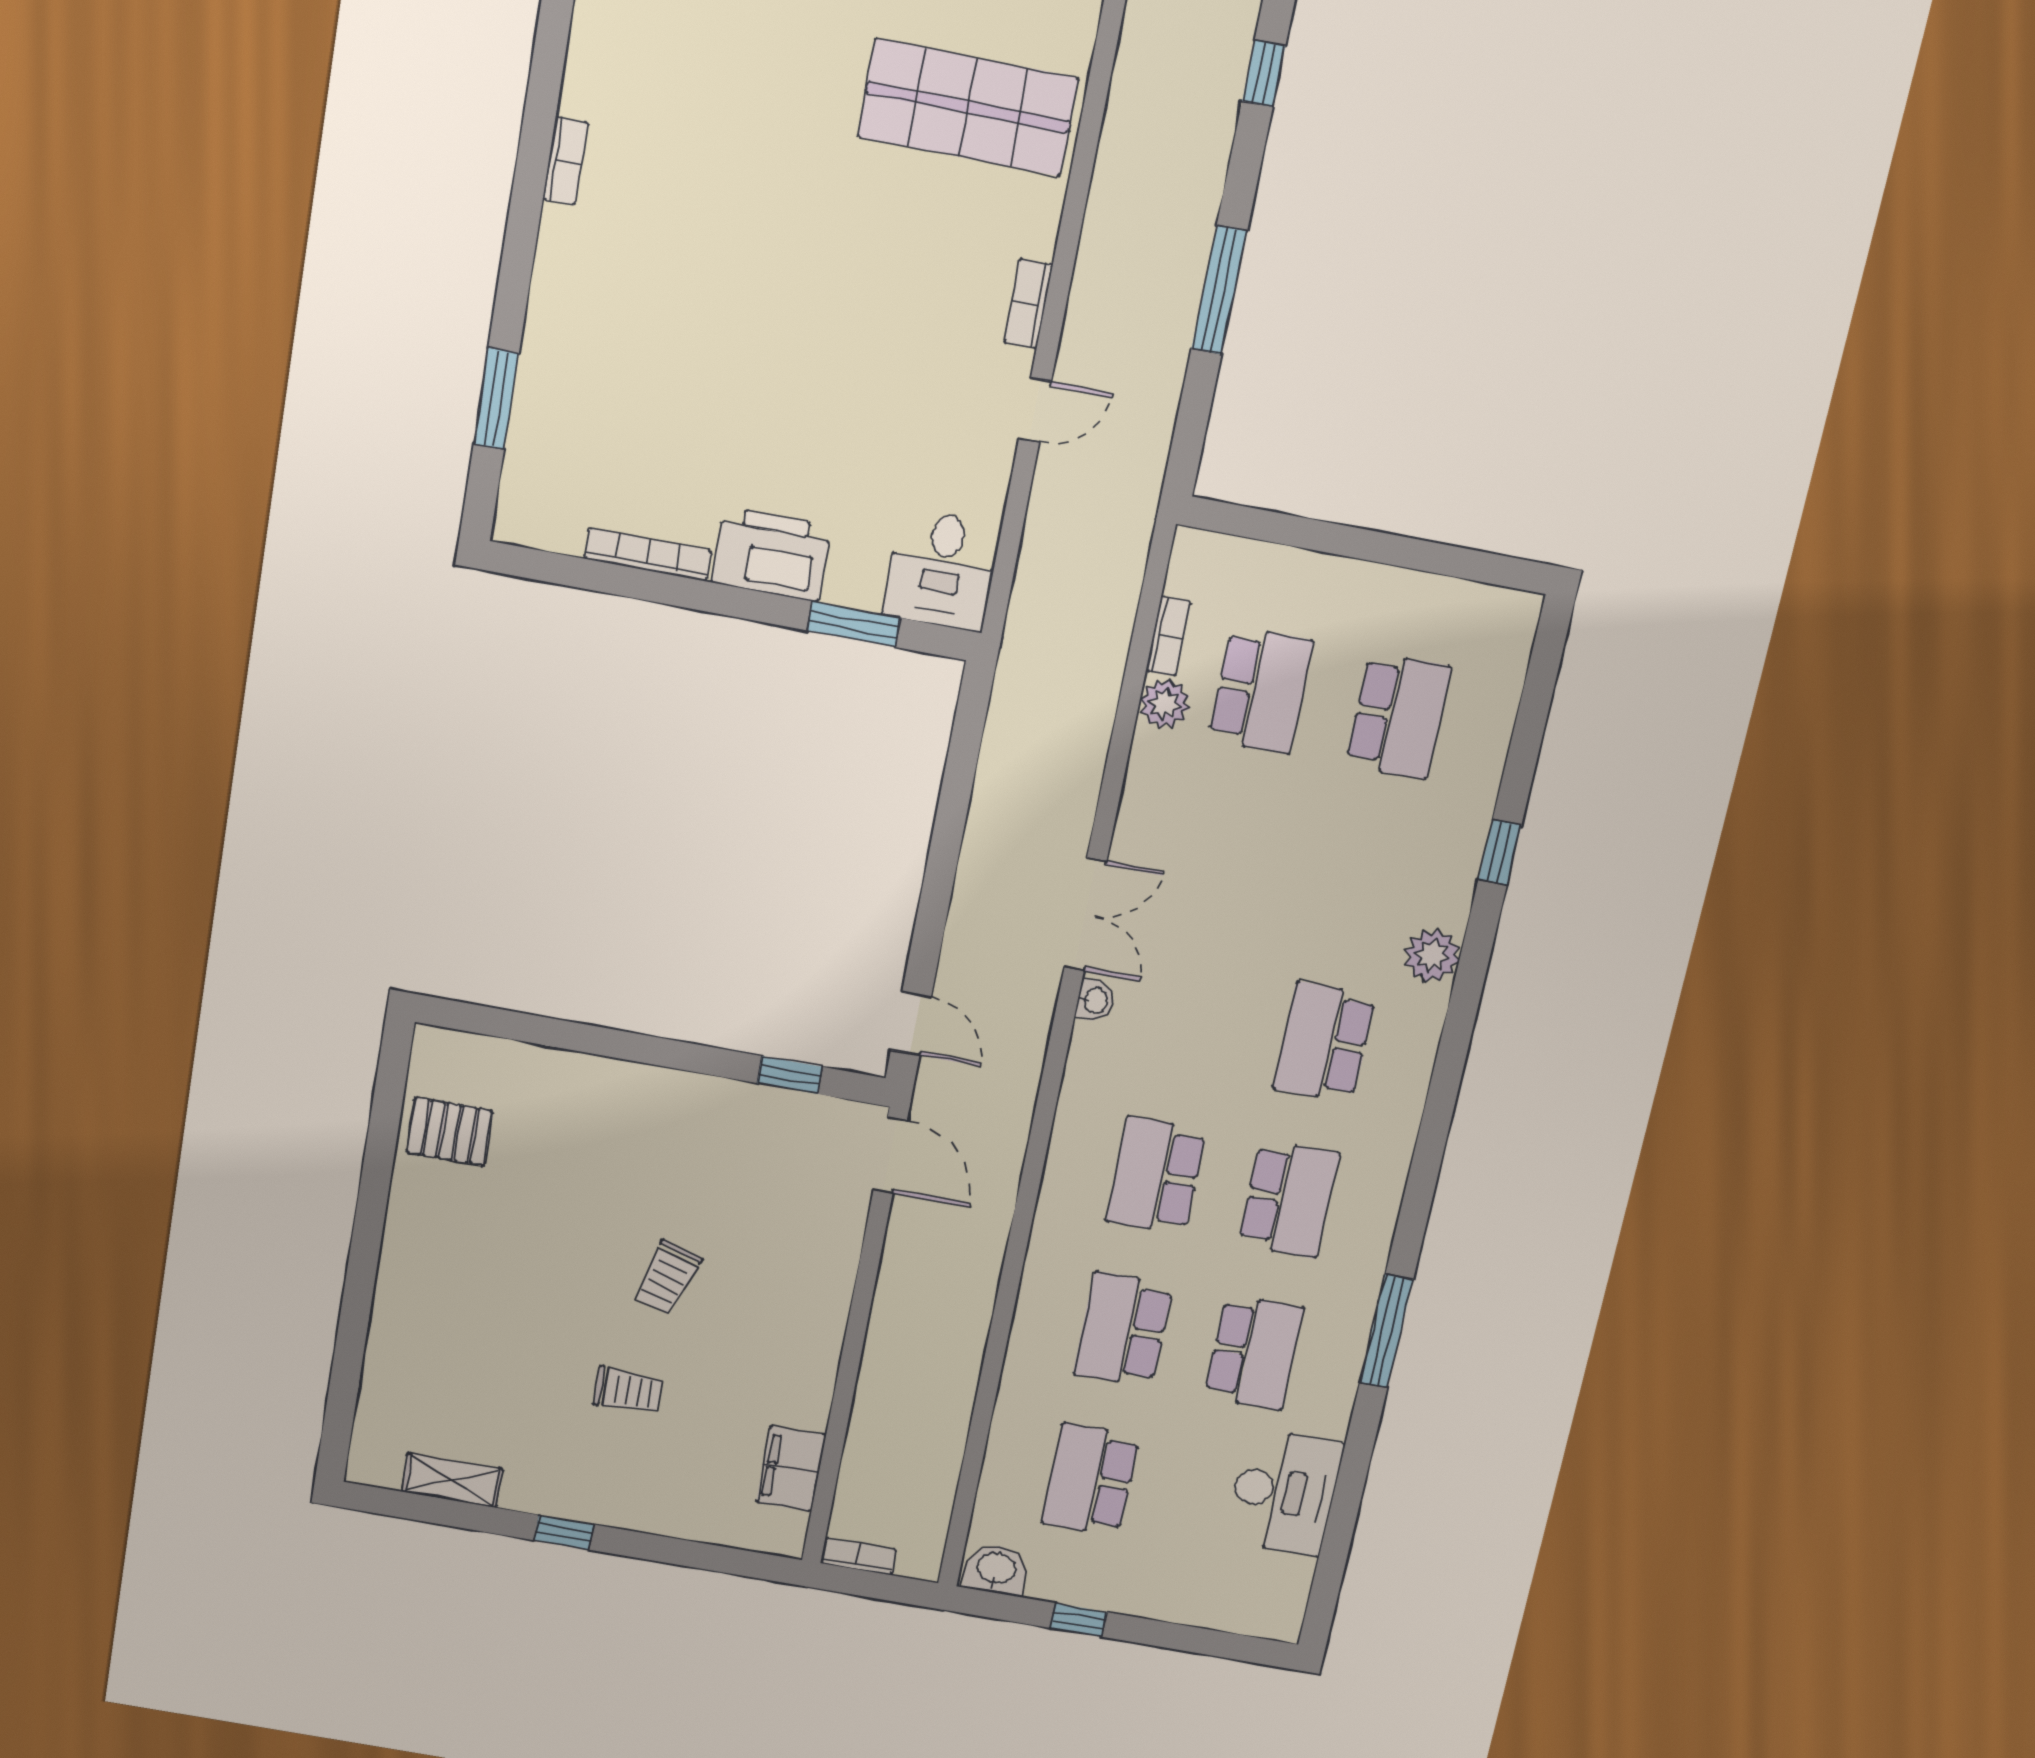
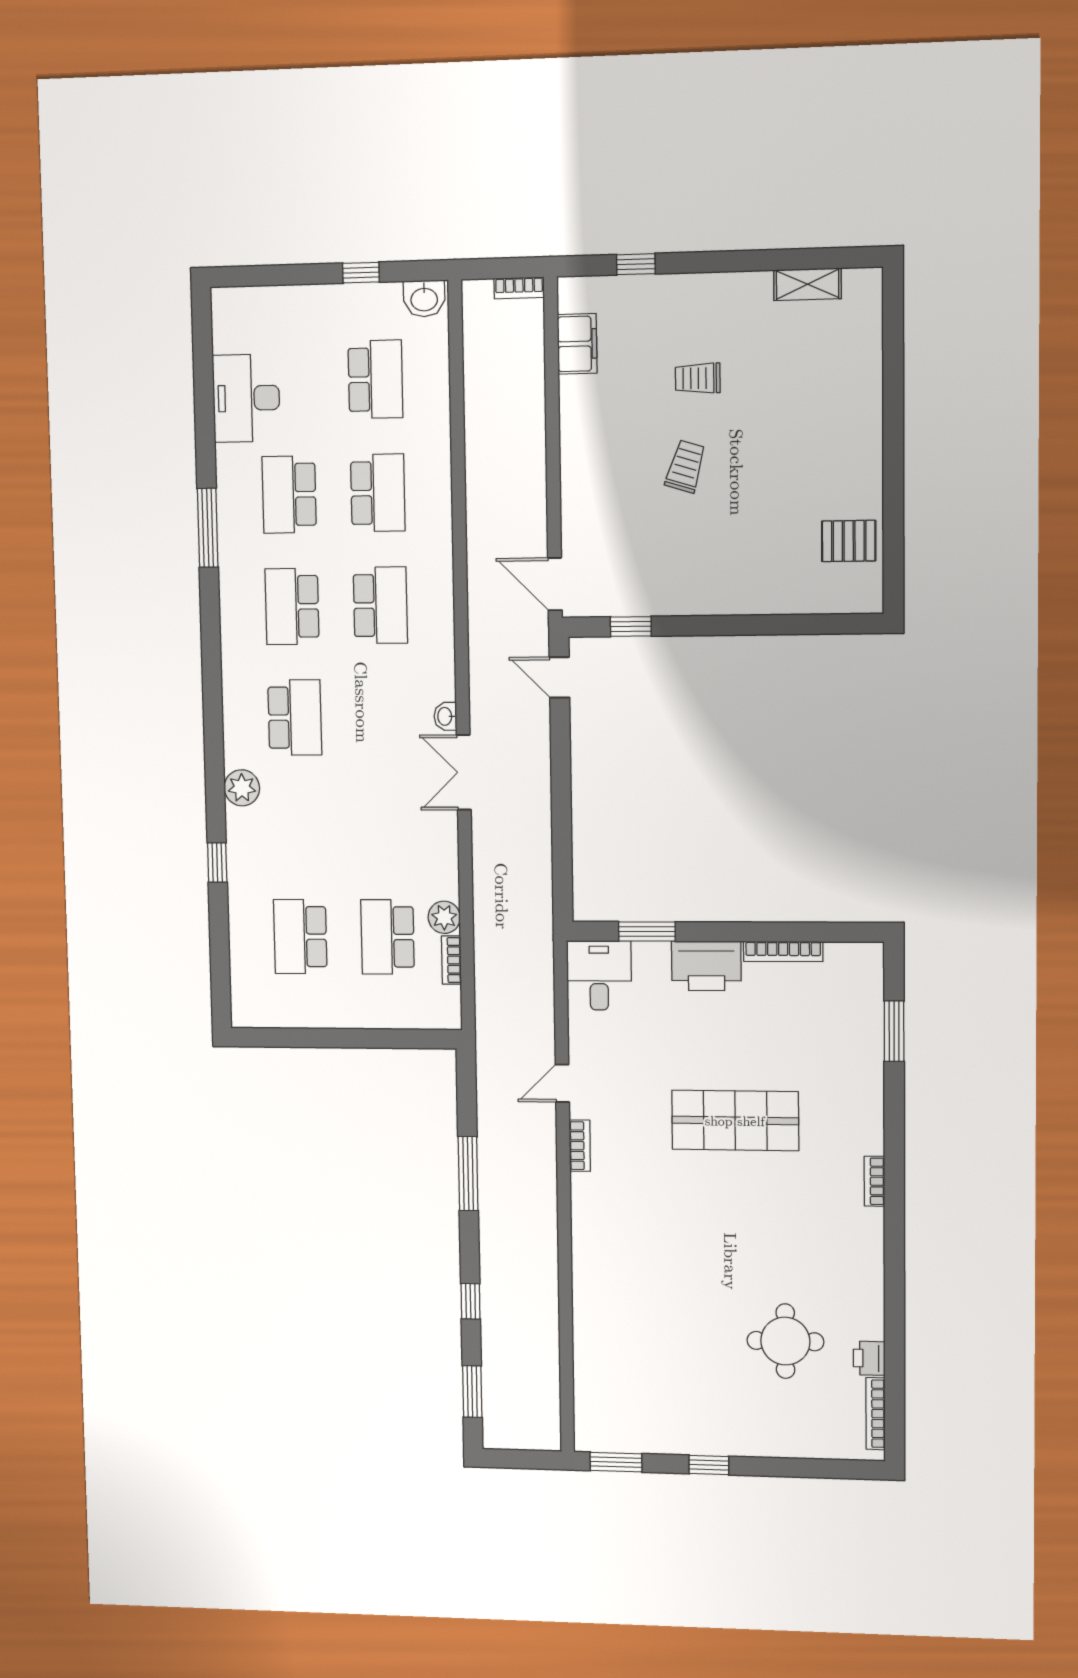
shop shelf: (968, 107) -> (735, 1121), moved
window: (564, 1532) -> (636, 264), moved

